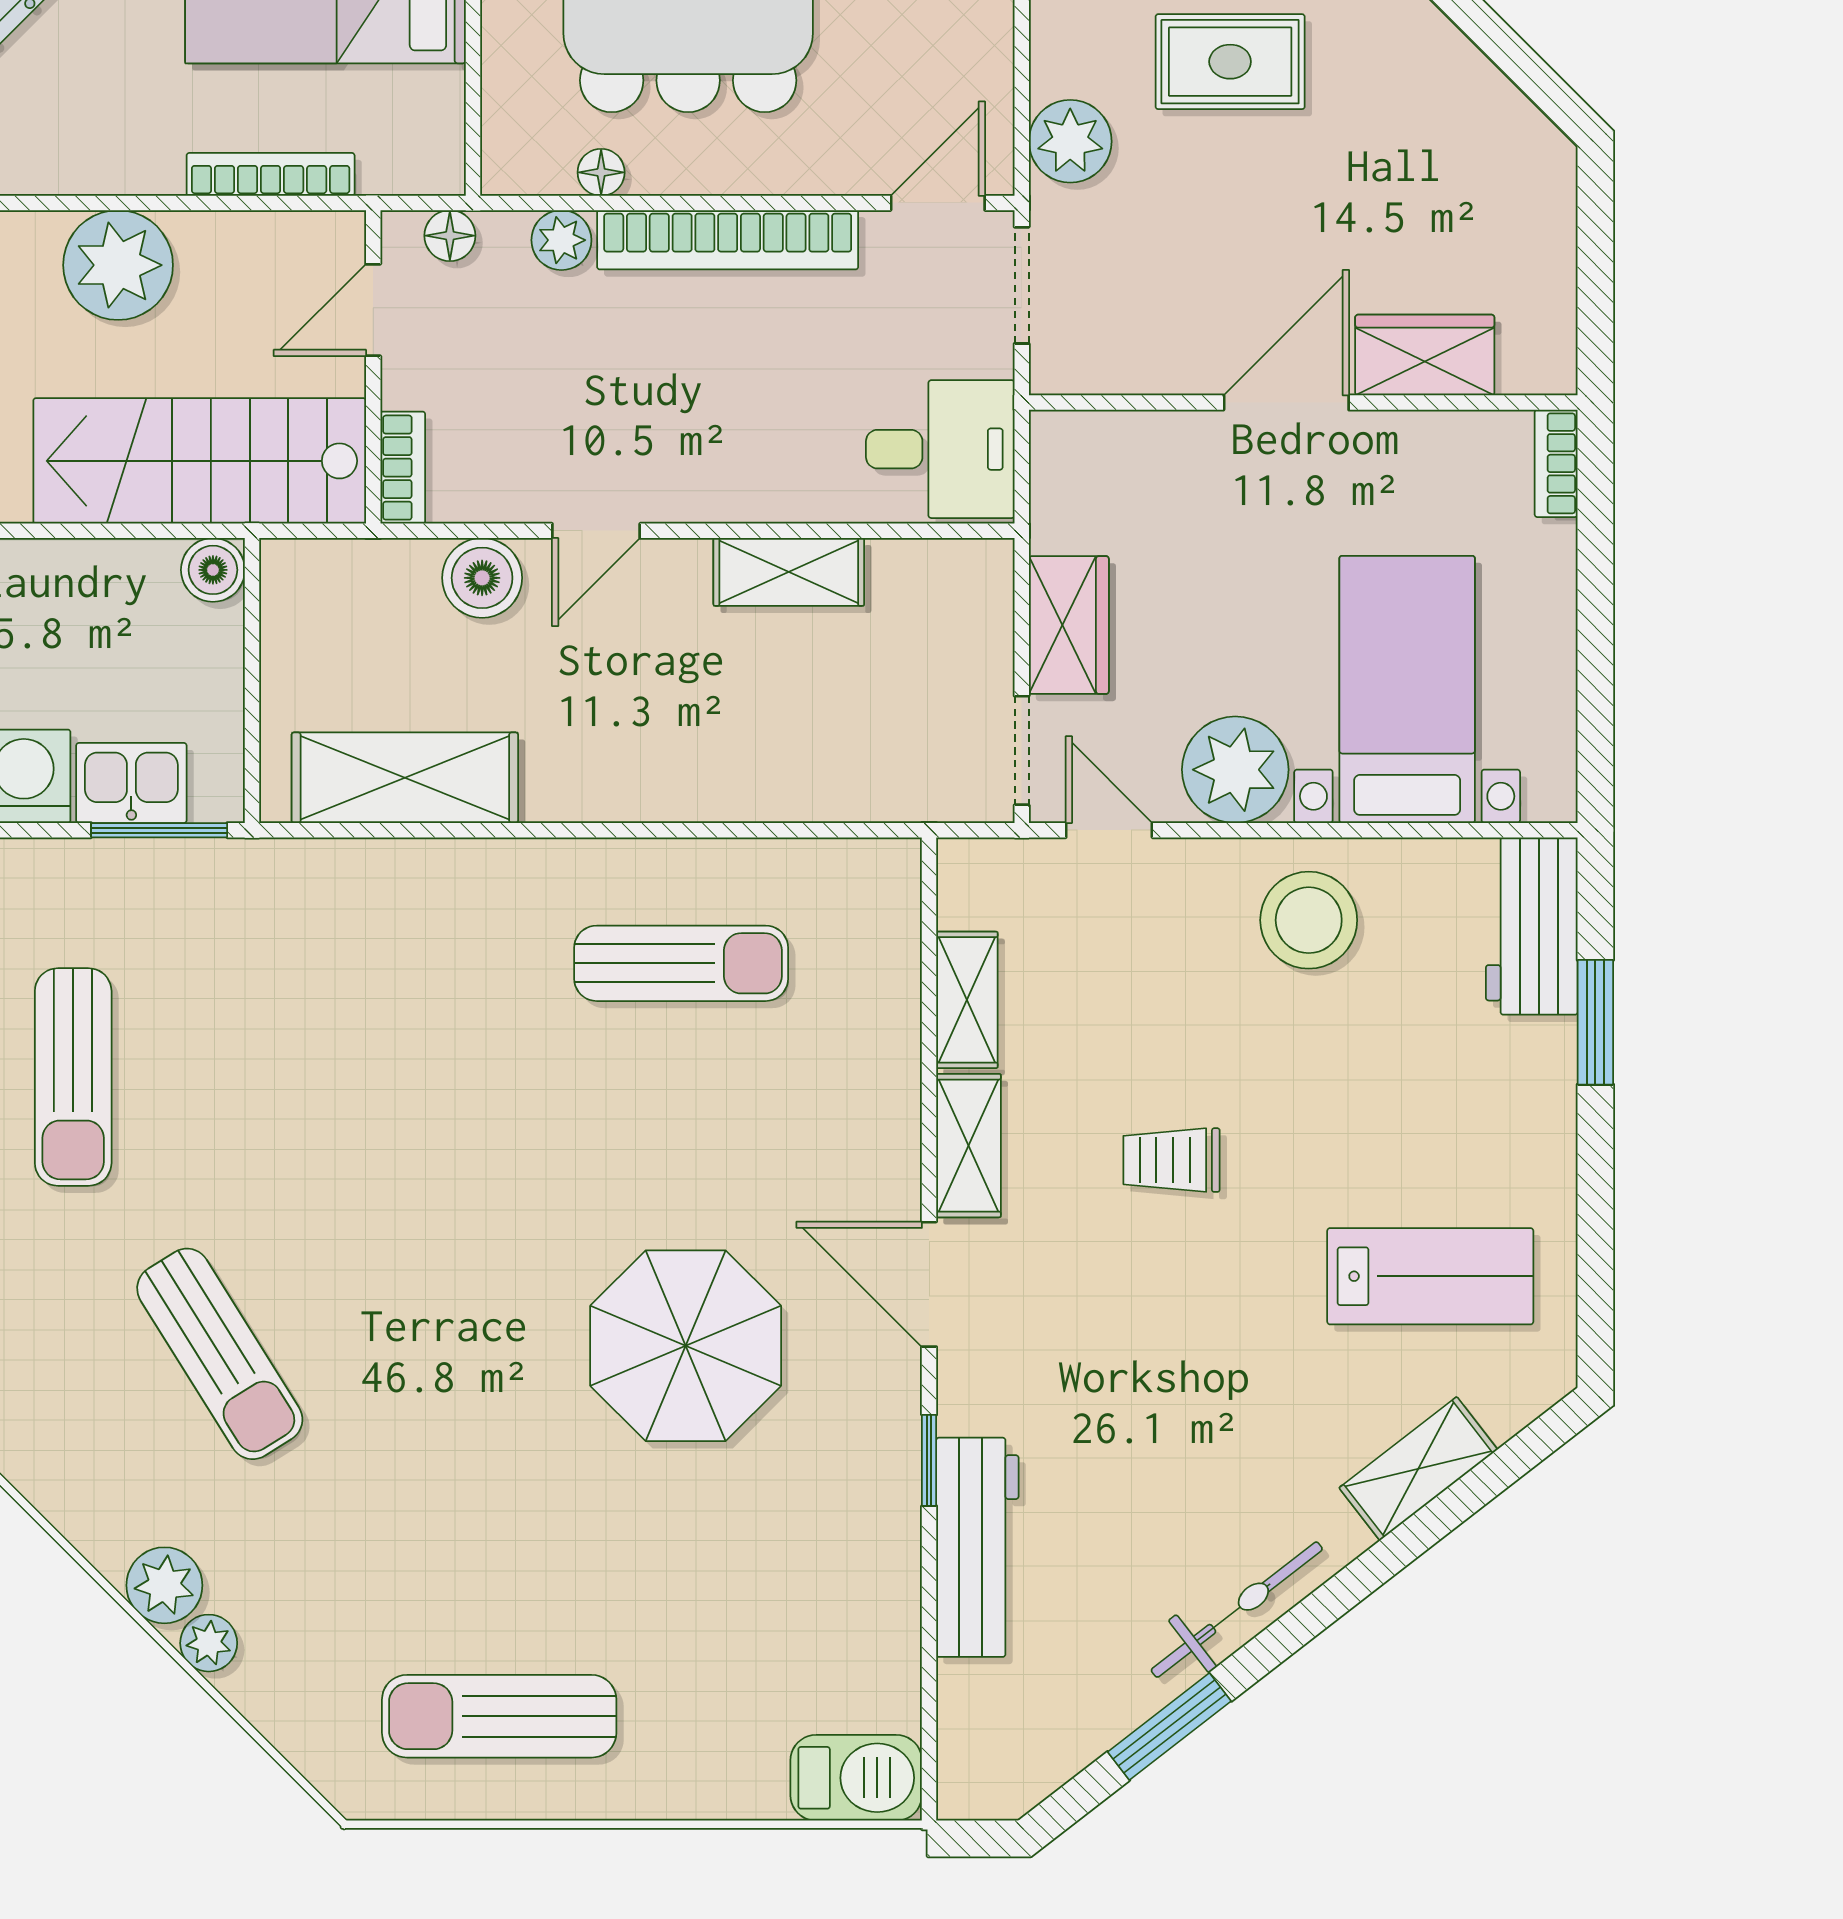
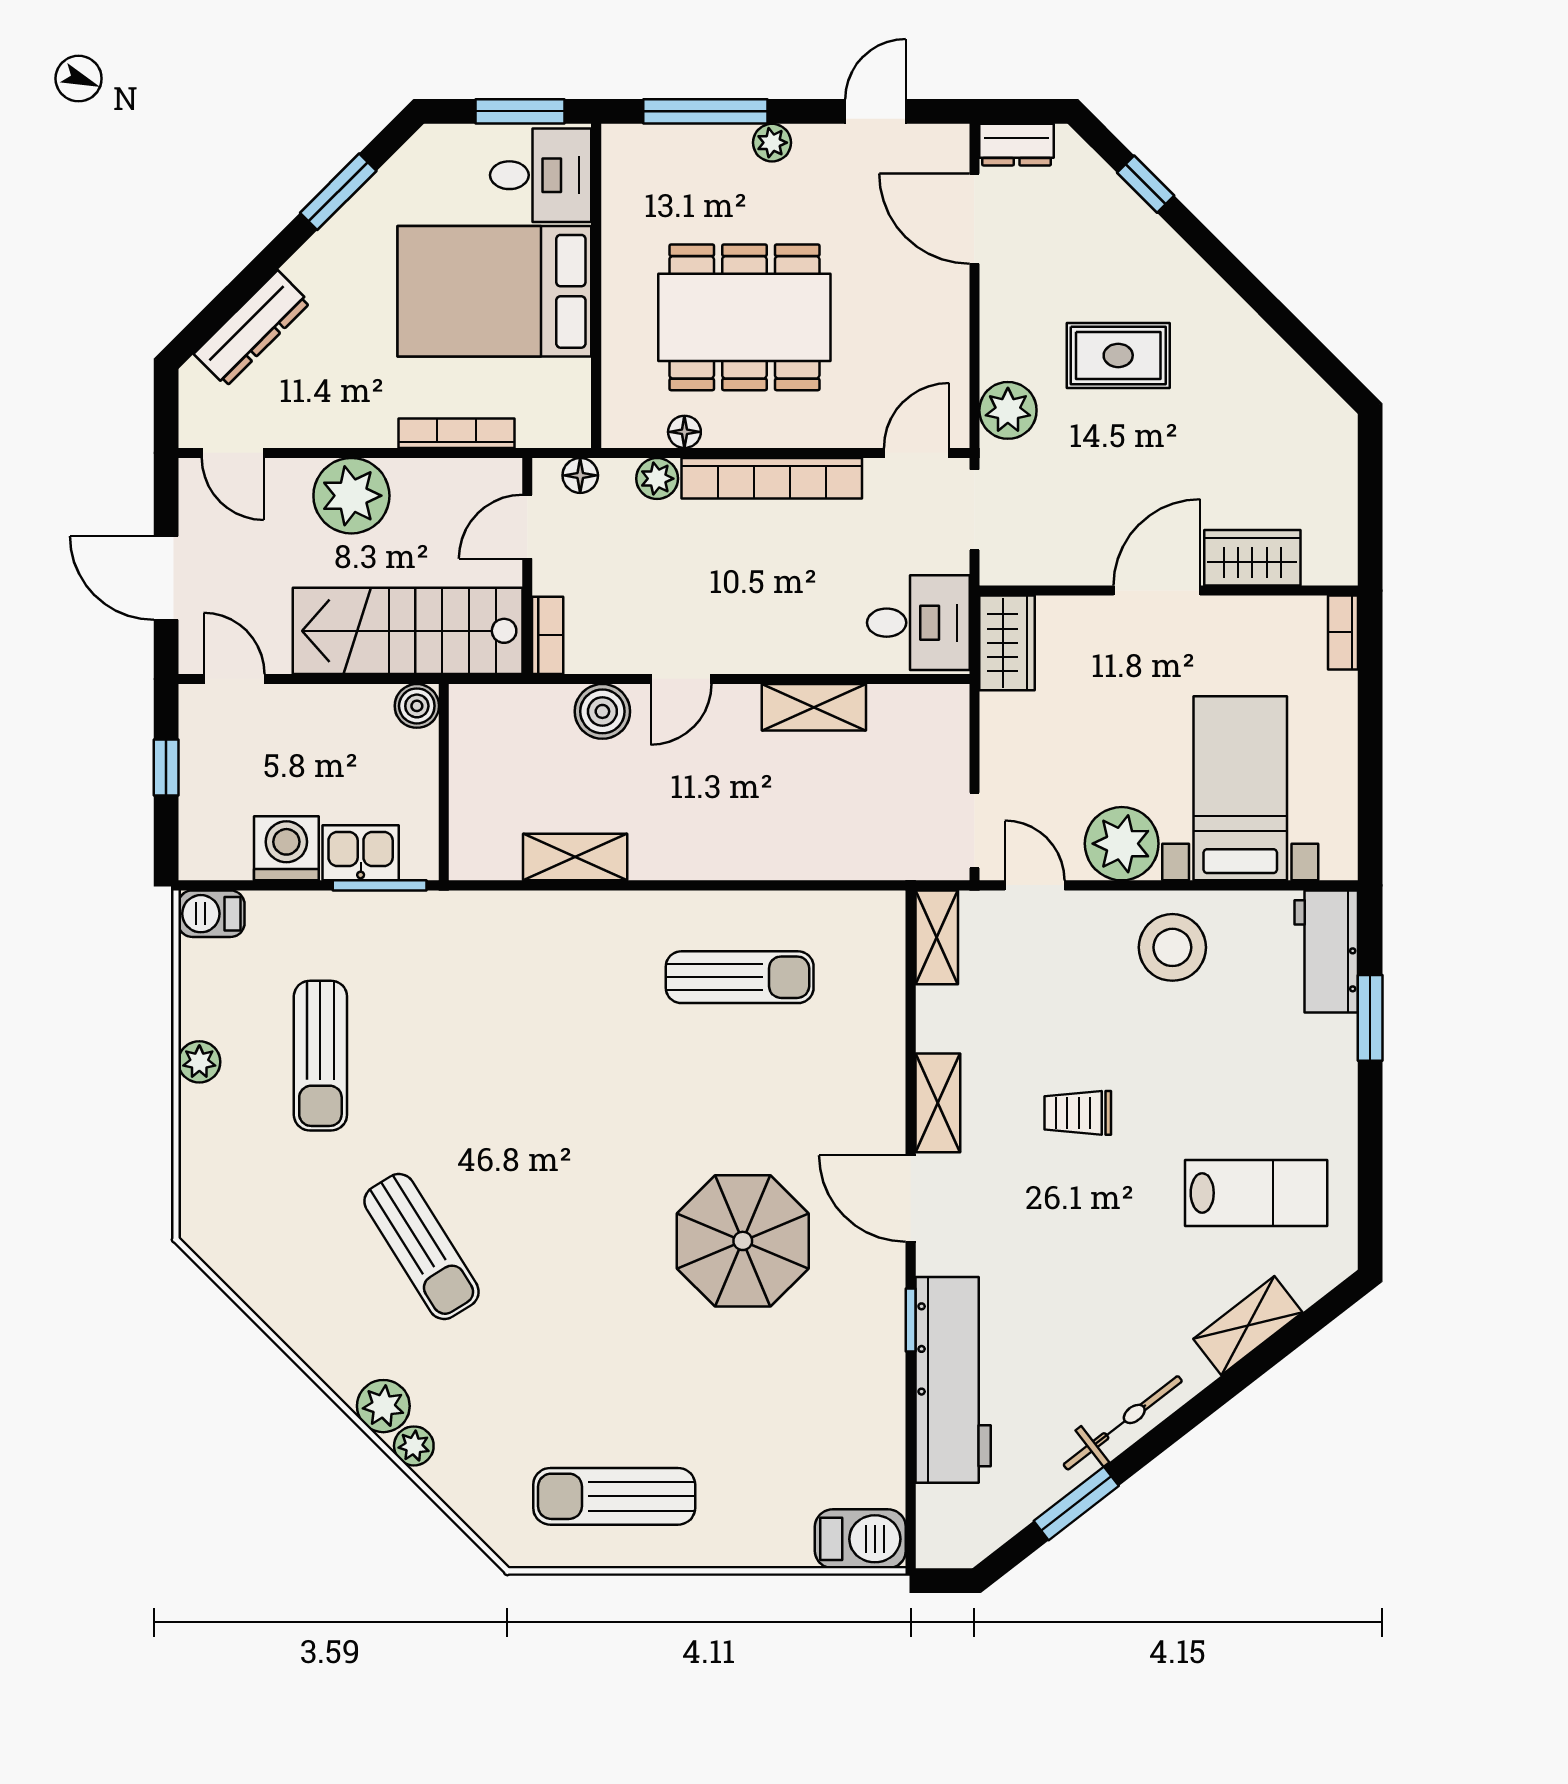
wardrobe: (1069, 625) -> (1007, 643), moved
shelving: (405, 778) -> (575, 857), width x0.67, depth x0.75
shelving: (967, 1000) -> (937, 937), moved
workbench: (977, 1547) -> (953, 1380), width x1.36, depth x1.32

